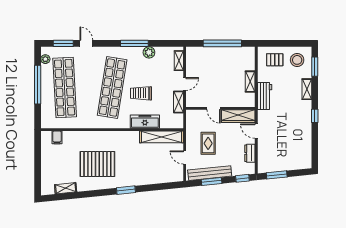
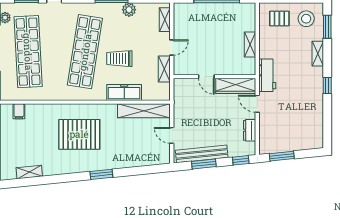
workbench: (265, 96) -> (267, 75), moved
rug: (208, 143) -> (200, 118), removed
pallet: (97, 164) -> (79, 134), moved

